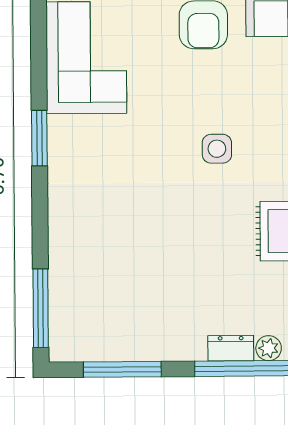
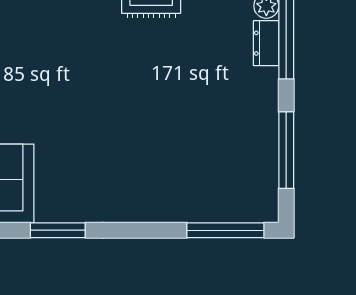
side table: (217, 149) -> (70, 55), removed

